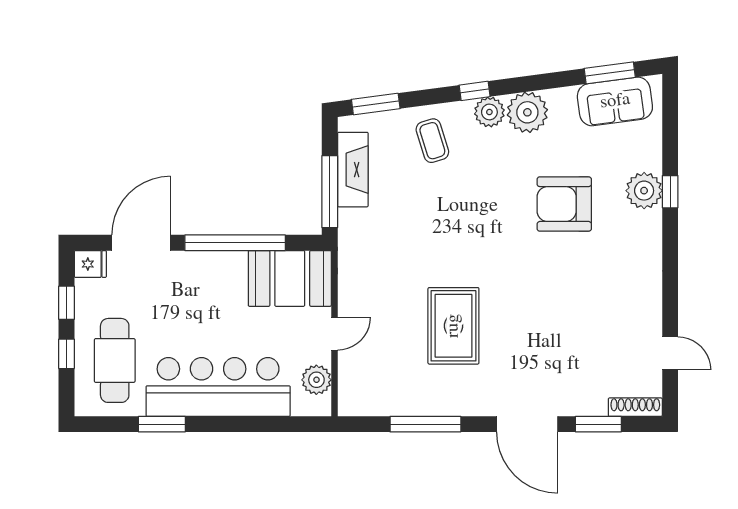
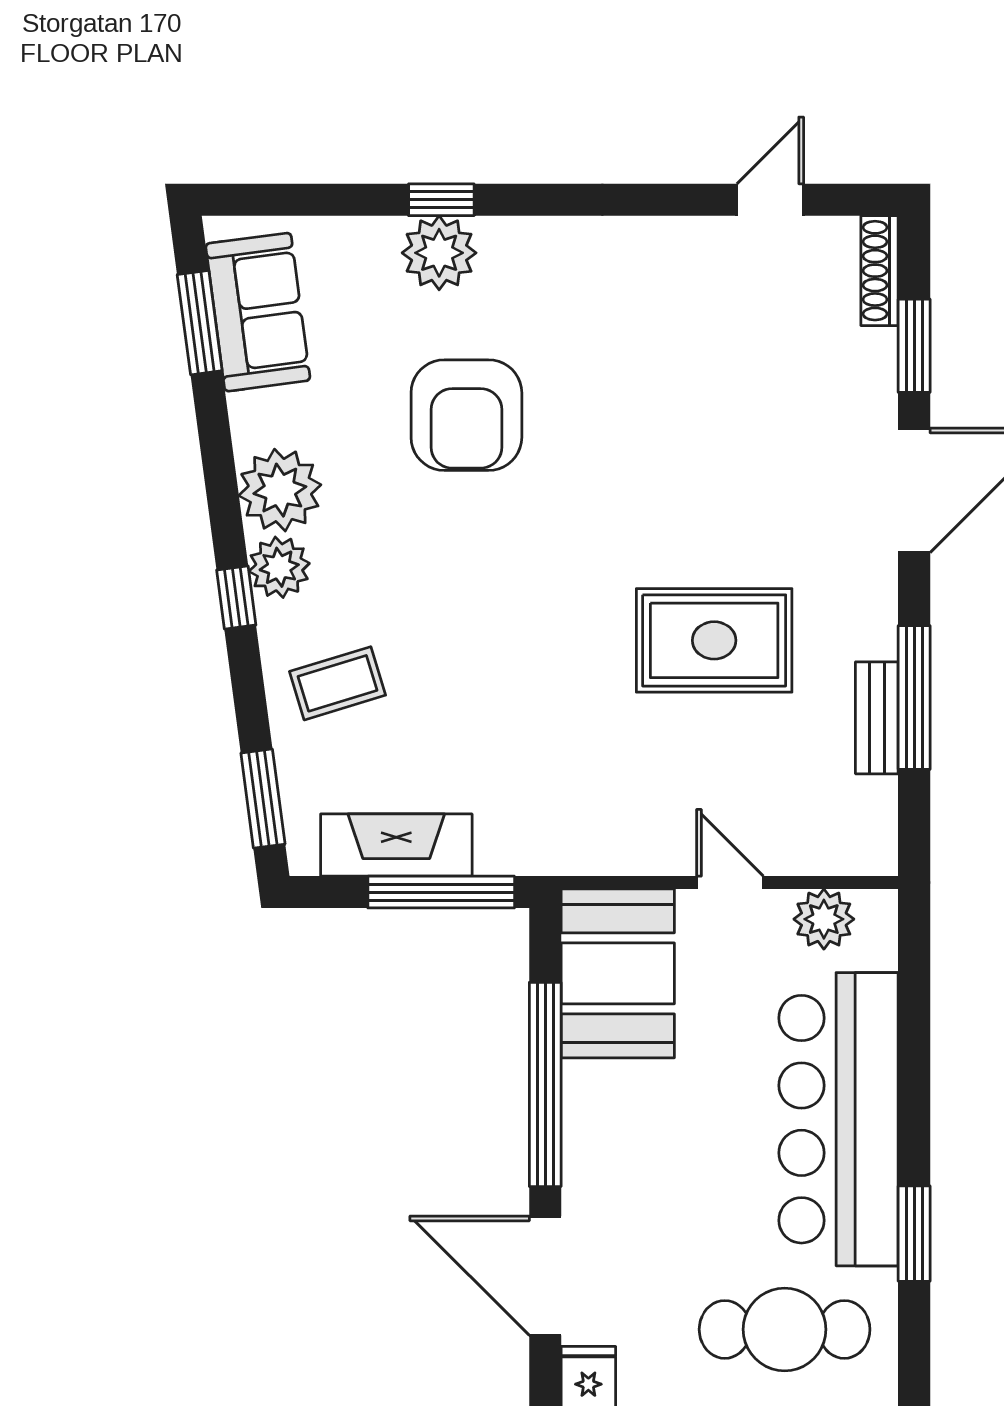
bench: (415, 406) -> (877, 718), added

